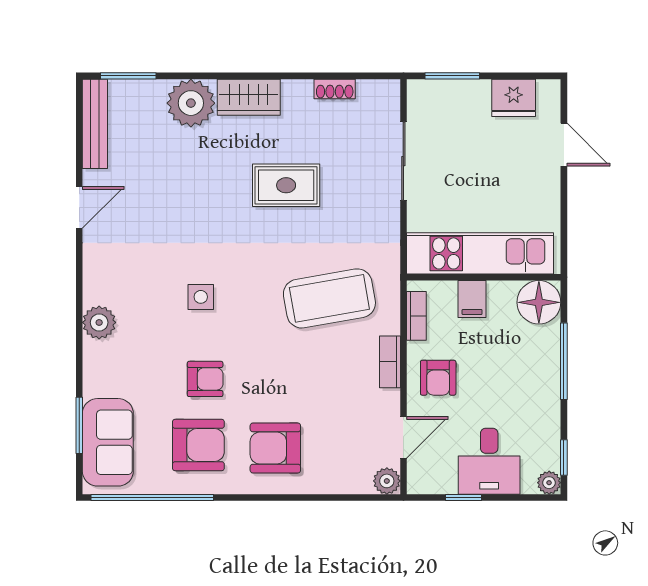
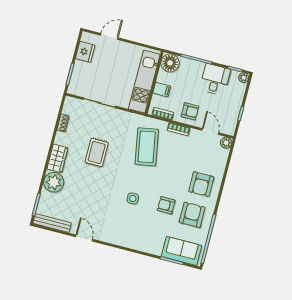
plant: (99, 322) -> (132, 242), removed
armchair: (205, 379) -> (166, 205), turned -90
desk: (489, 461) -> (215, 79), moved, turned -90

